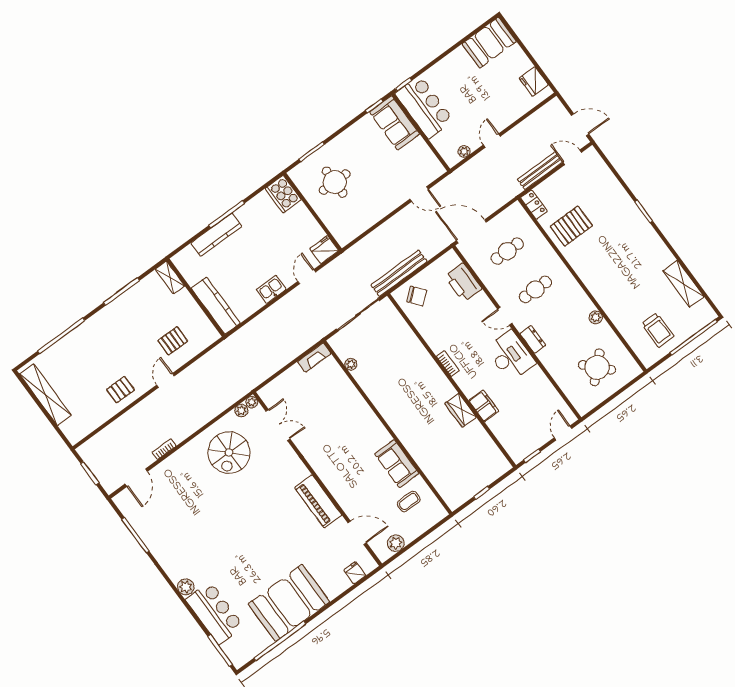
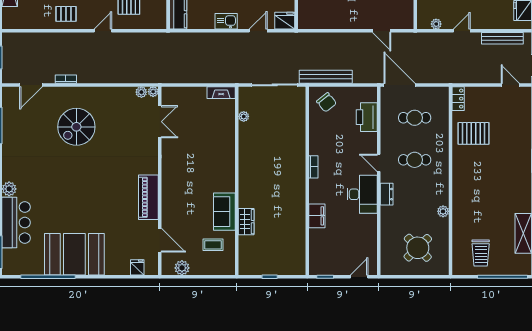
bench: (540, 171) -> (502, 38), moved
wardrobe: (461, 410) -> (246, 222), moved, turned 180
spiral stairs: (229, 453) -> (76, 127), moved

